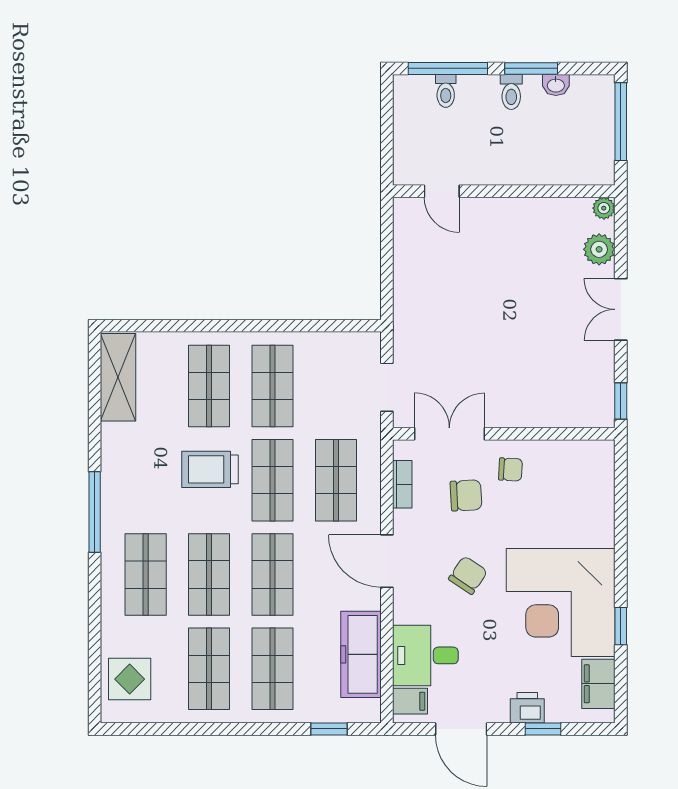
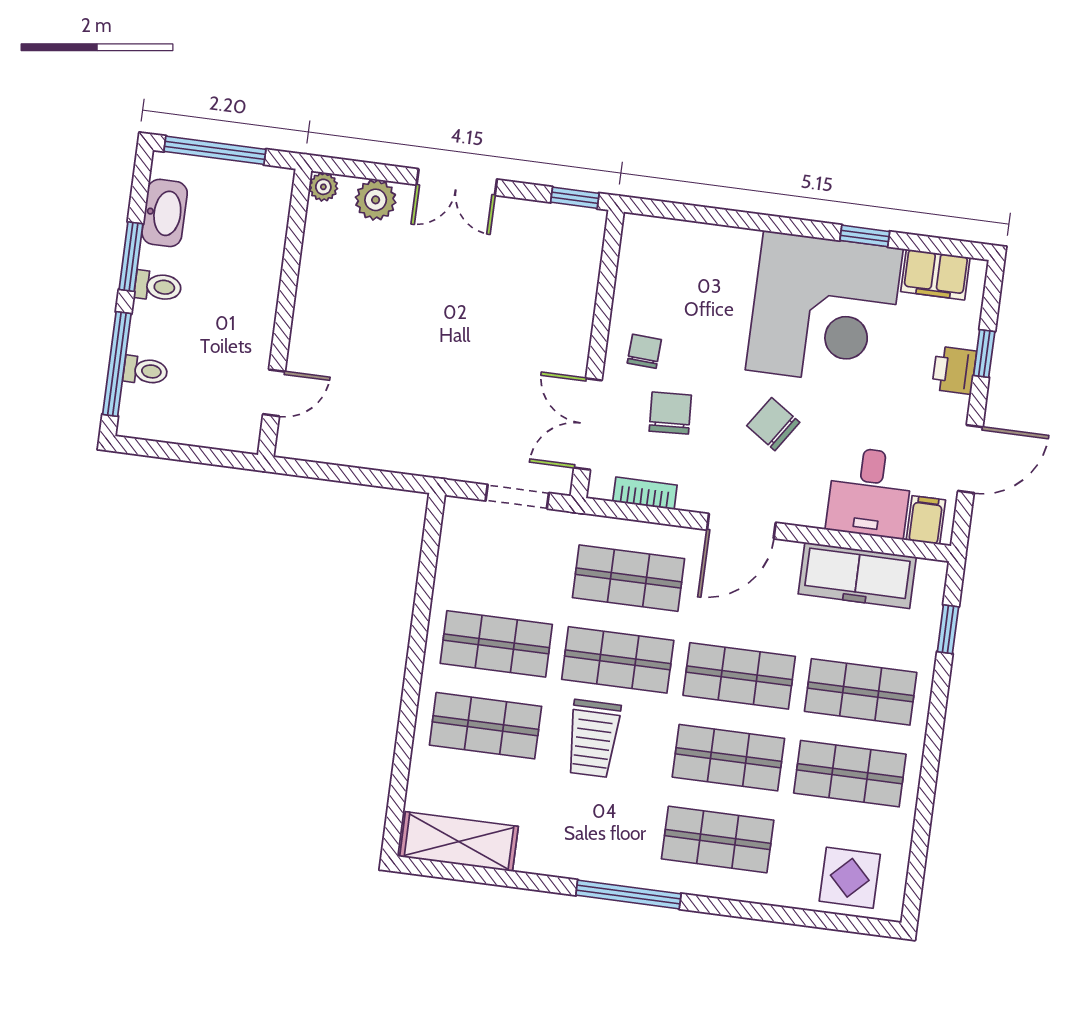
washbasin: (556, 85) -> (165, 213), width x1.91, depth x1.45

